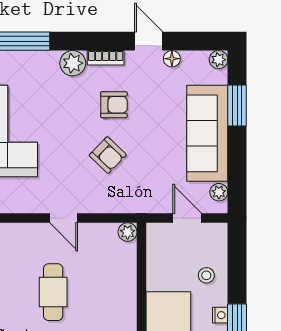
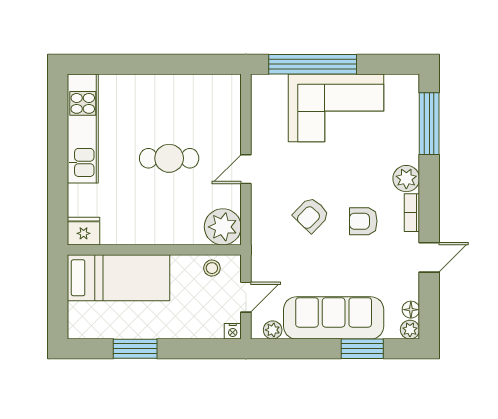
floor lamp: (172, 59) -> (411, 310), moved
armchair: (114, 105) -> (363, 221), turned 90
plant: (128, 232) -> (223, 227), width x1.87, depth x1.87
stool: (206, 275) -> (212, 268), moved
nightstand: (220, 315) -> (233, 331), moved

